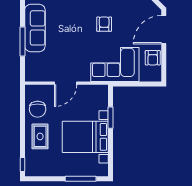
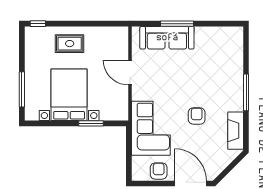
armchair: (104, 24) -> (197, 116), turned -90
sofa: (35, 28) -> (167, 38), moved
armchair: (153, 58) -> (159, 171), turned 90
chair: (38, 109) -> (100, 41), removed

